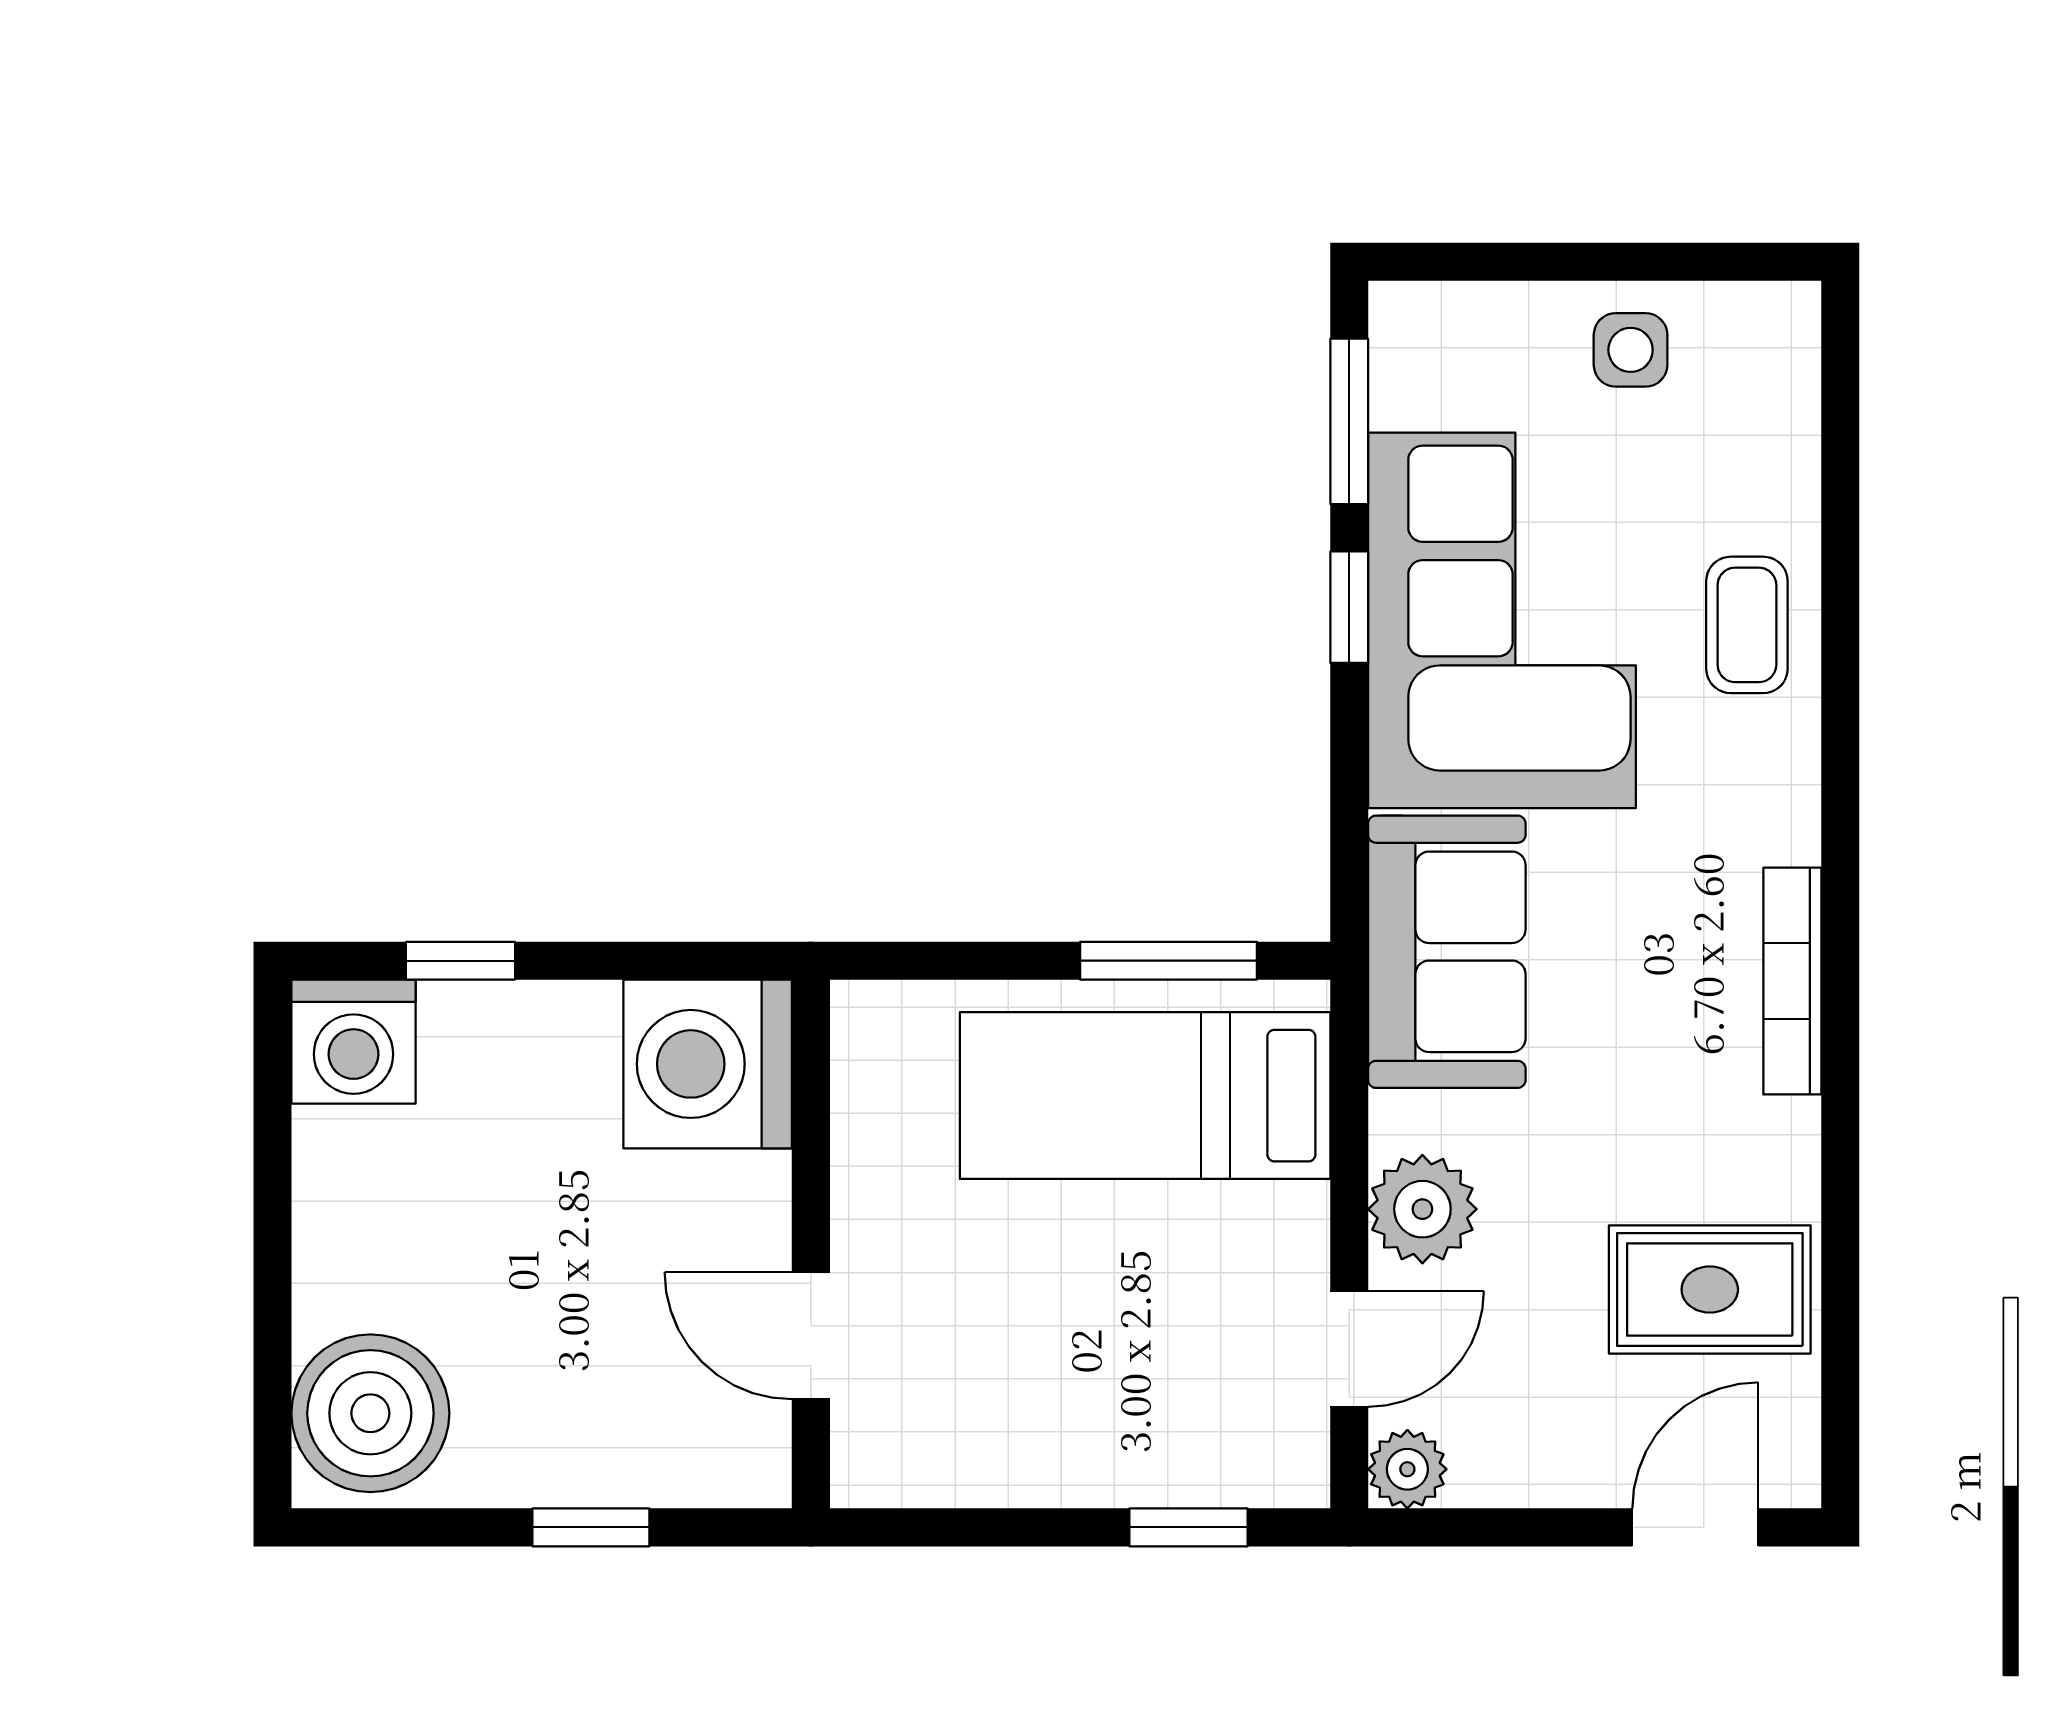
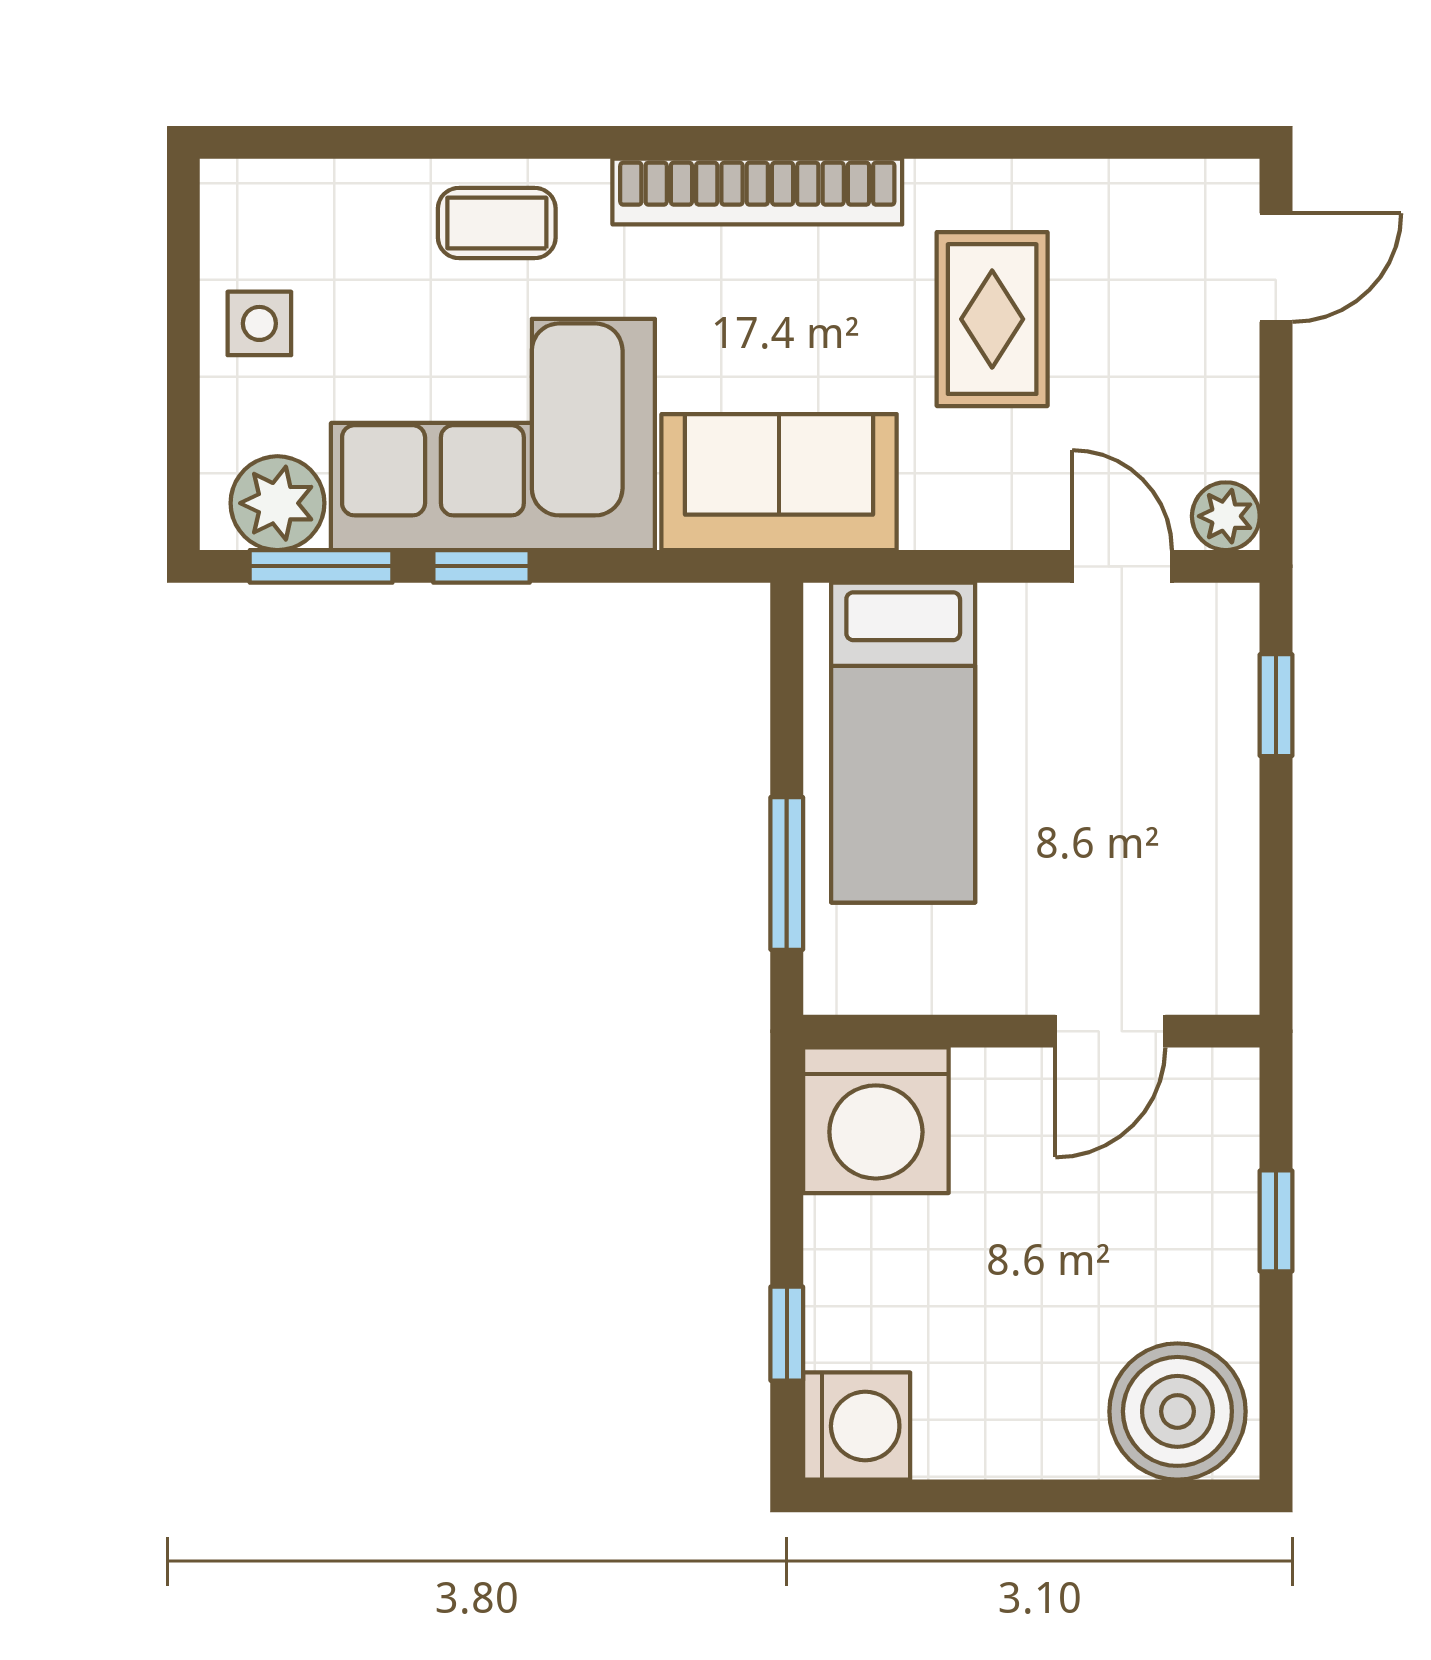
window: (1168, 961) -> (787, 873), moved
bookcase: (1792, 981) -> (757, 192), width x1.48, depth x1.31
plant: (1422, 1209) -> (277, 503), moved
rug: (1710, 1290) -> (992, 319), moved
door: (1695, 1527) -> (1276, 267), swing flipped

